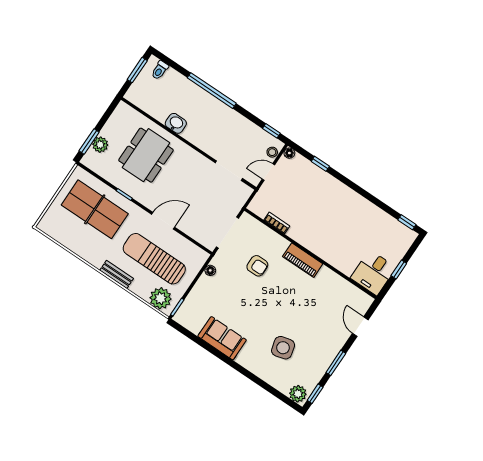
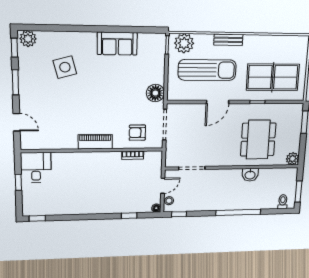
plant: (100, 145) -> (292, 159), moved
armchair: (257, 266) -> (137, 133), moved
floor lamp: (210, 270) -> (155, 93), width x1.89, depth x1.89

